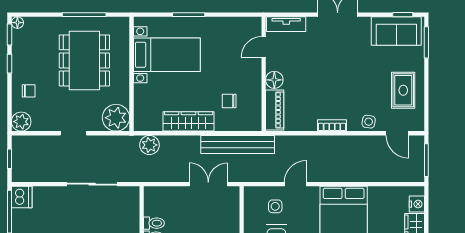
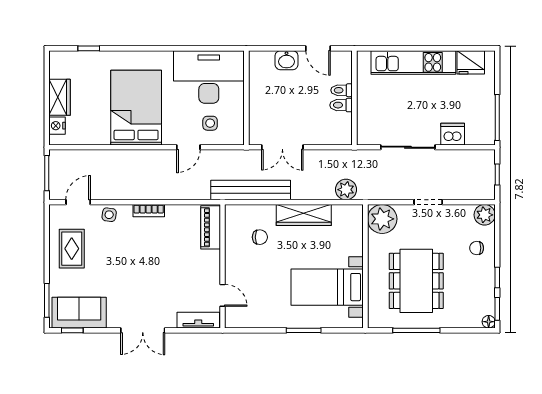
door: (264, 47) -> (223, 295), hinge flipped
floor lamp: (274, 80) -> (211, 260), removed
door: (397, 133) -> (78, 202), hinge flipped
dishwasher: (22, 197) -> (453, 134), moved, turned 90

